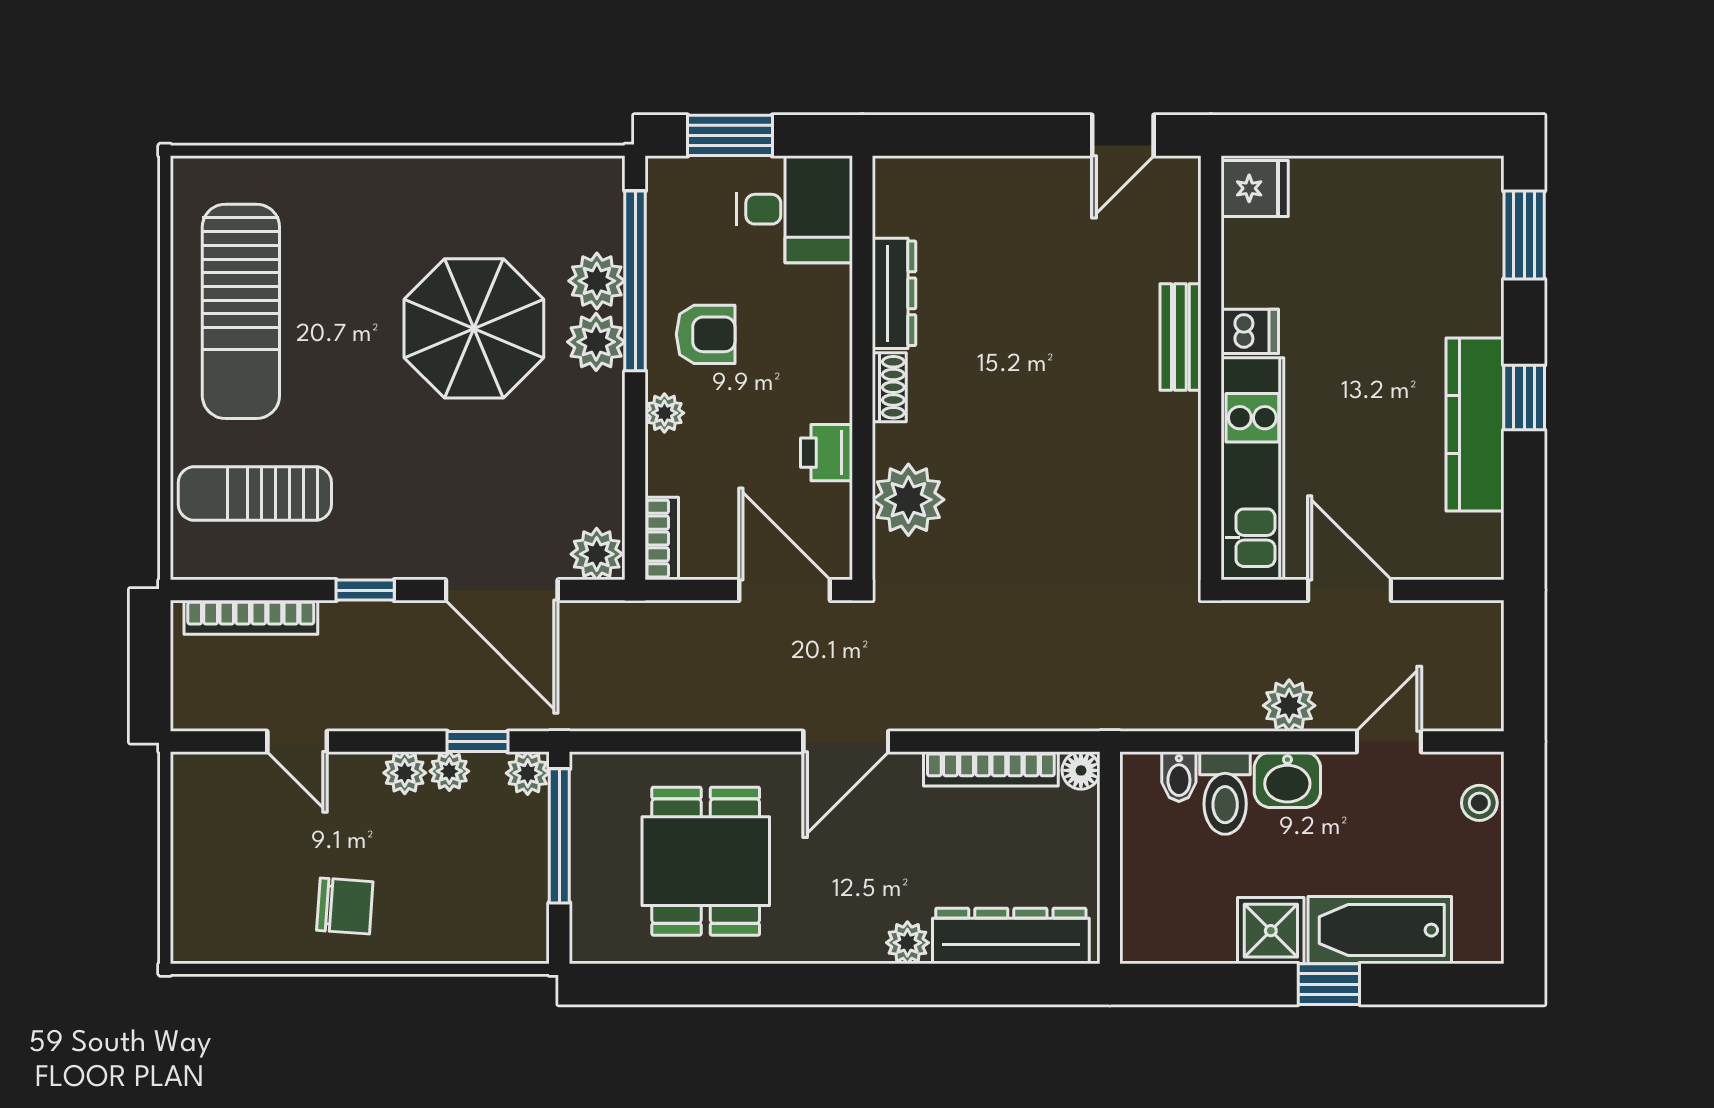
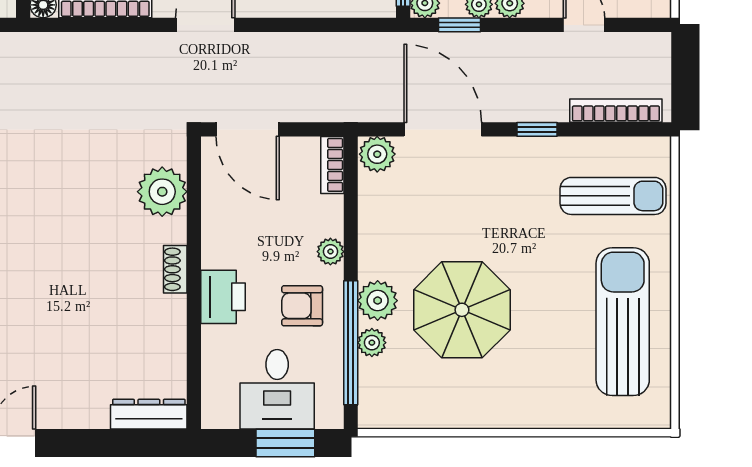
desk: (794, 209) -> (277, 389), moved, turned -90
plant: (597, 281) -> (372, 343), width x0.73, depth x0.73
dresser: (894, 293) -> (149, 414), moved, turned 90
printer: (826, 453) -> (223, 297), moved, width x1.36, depth x1.24

